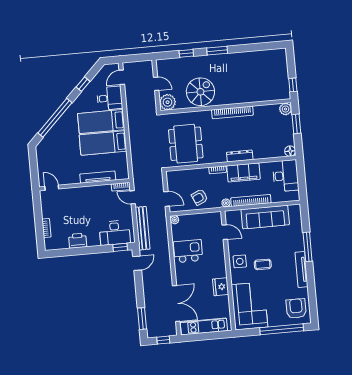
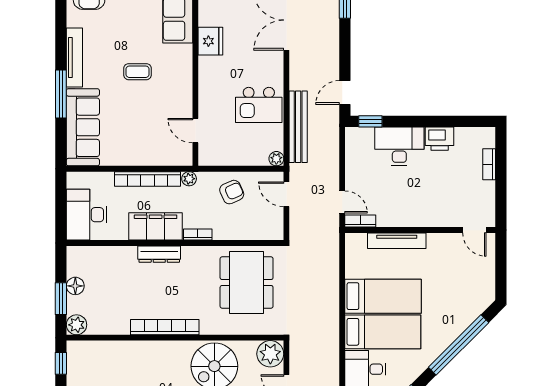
floor lamp: (290, 151) -> (75, 286), moved
sofa: (265, 217) -> (83, 127), moved, turned 90
bench: (143, 228) -> (298, 127), moved
desk: (115, 233) -> (399, 146), moved
side table: (240, 261) -> (175, 80), removed

